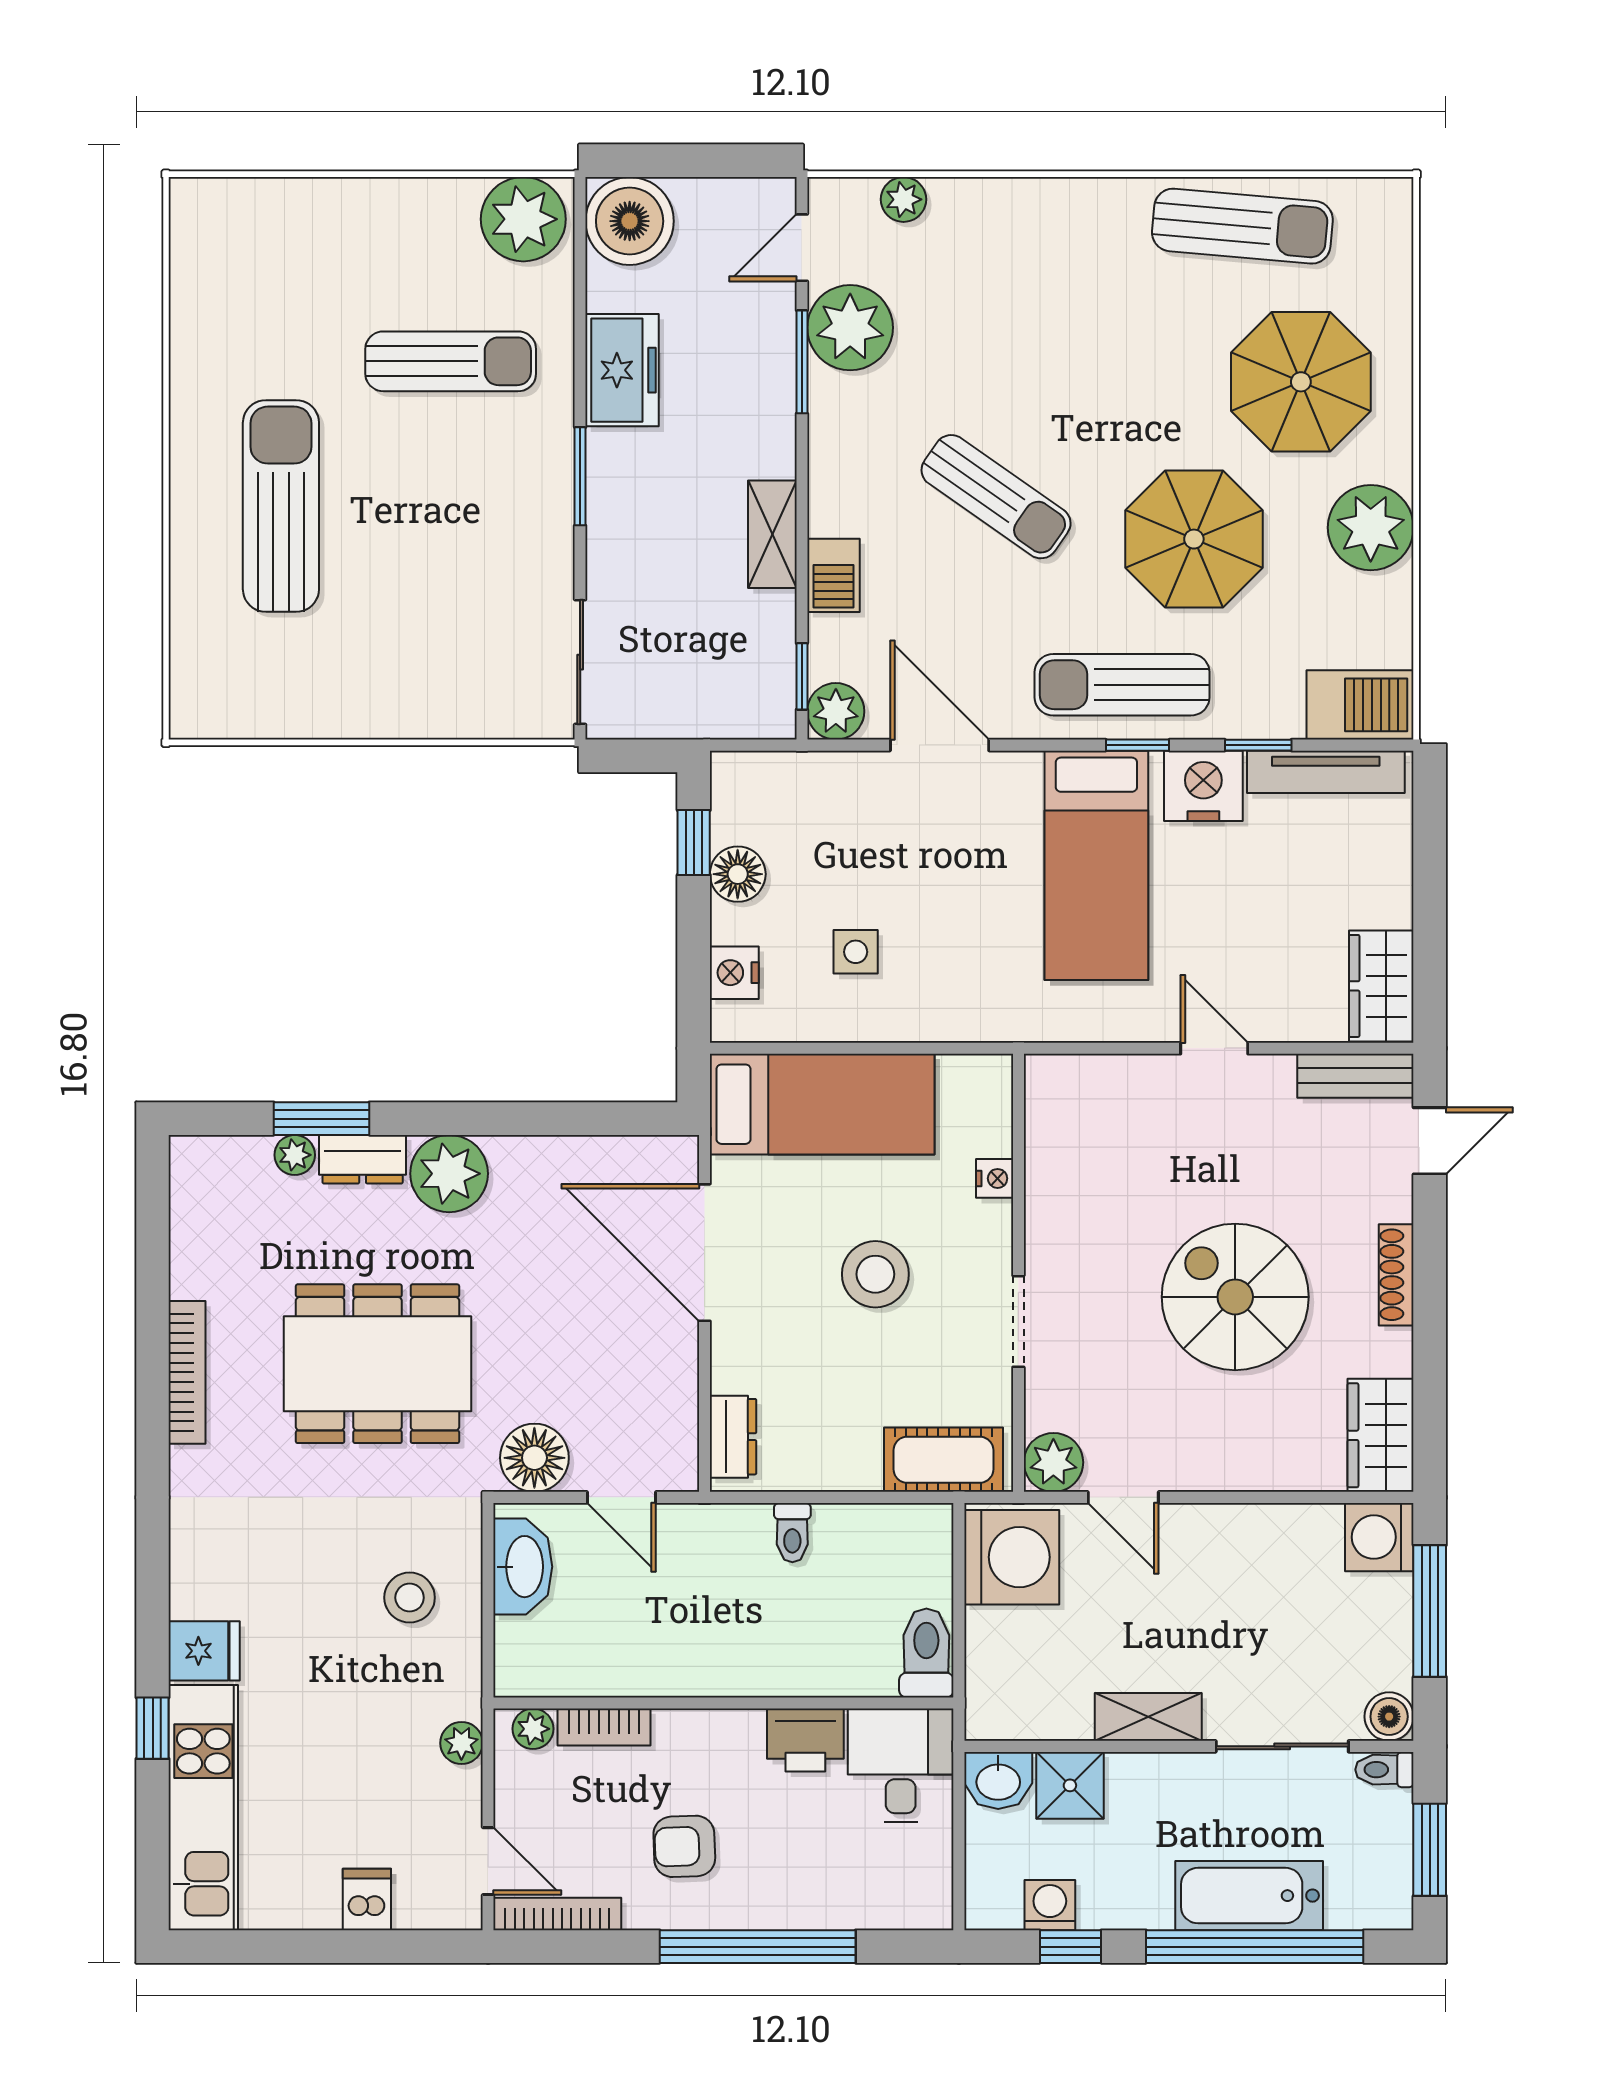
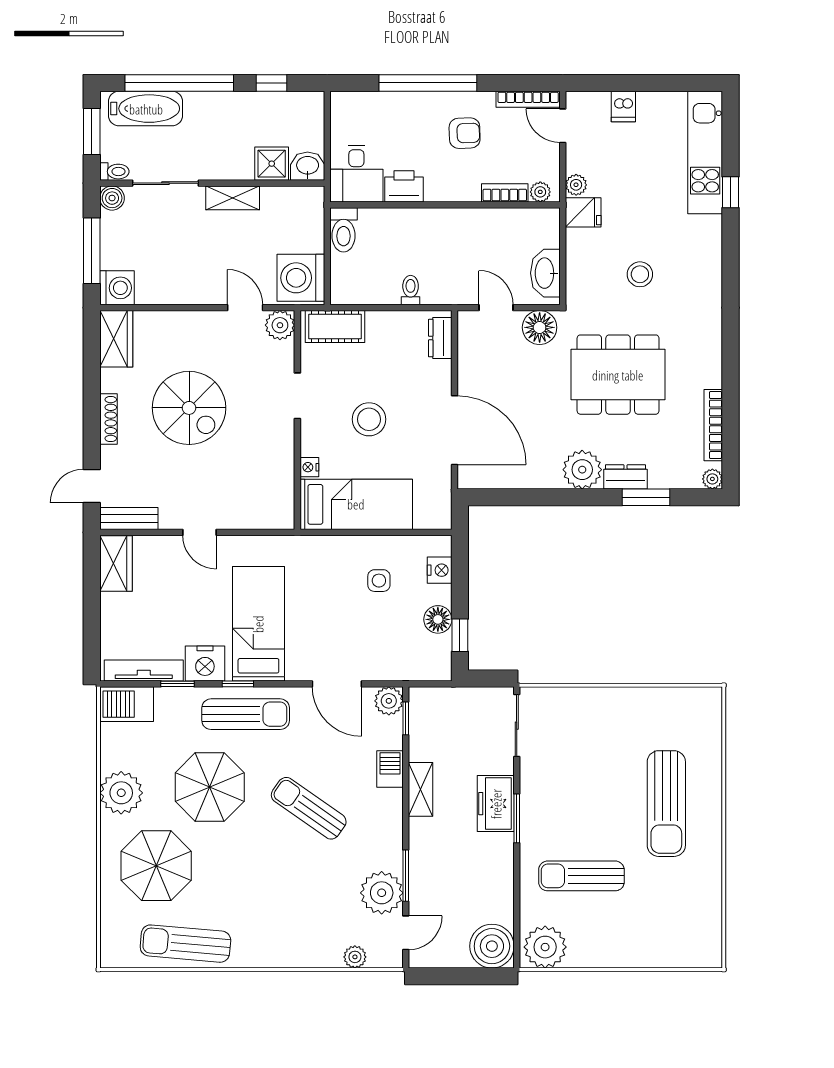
freezer: (622, 370) -> (496, 804), moved
bed: (822, 1104) -> (356, 504), moved, turned 180
plant: (295, 1155) -> (712, 479), moved
bookcase: (187, 1372) -> (713, 425), moved
stool: (410, 1598) -> (640, 274), moved
fridge: (204, 1651) -> (583, 212), moved, turned 180
bathtub: (1249, 1896) -> (146, 109), moved
washing machine: (1050, 1905) -> (282, 104), removed

